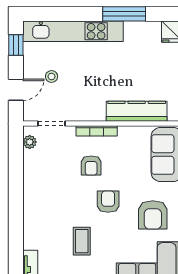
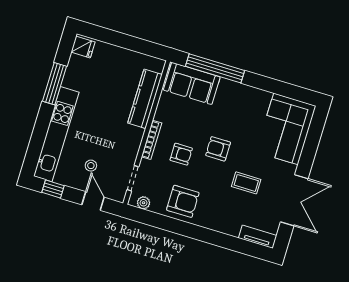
armchair: (153, 215) -> (183, 201), moved

